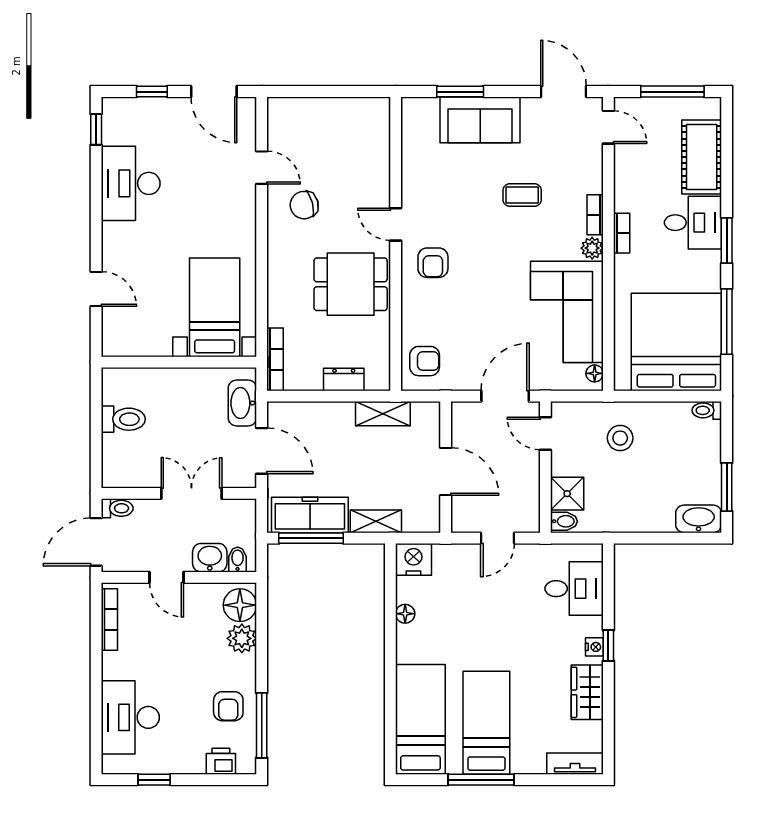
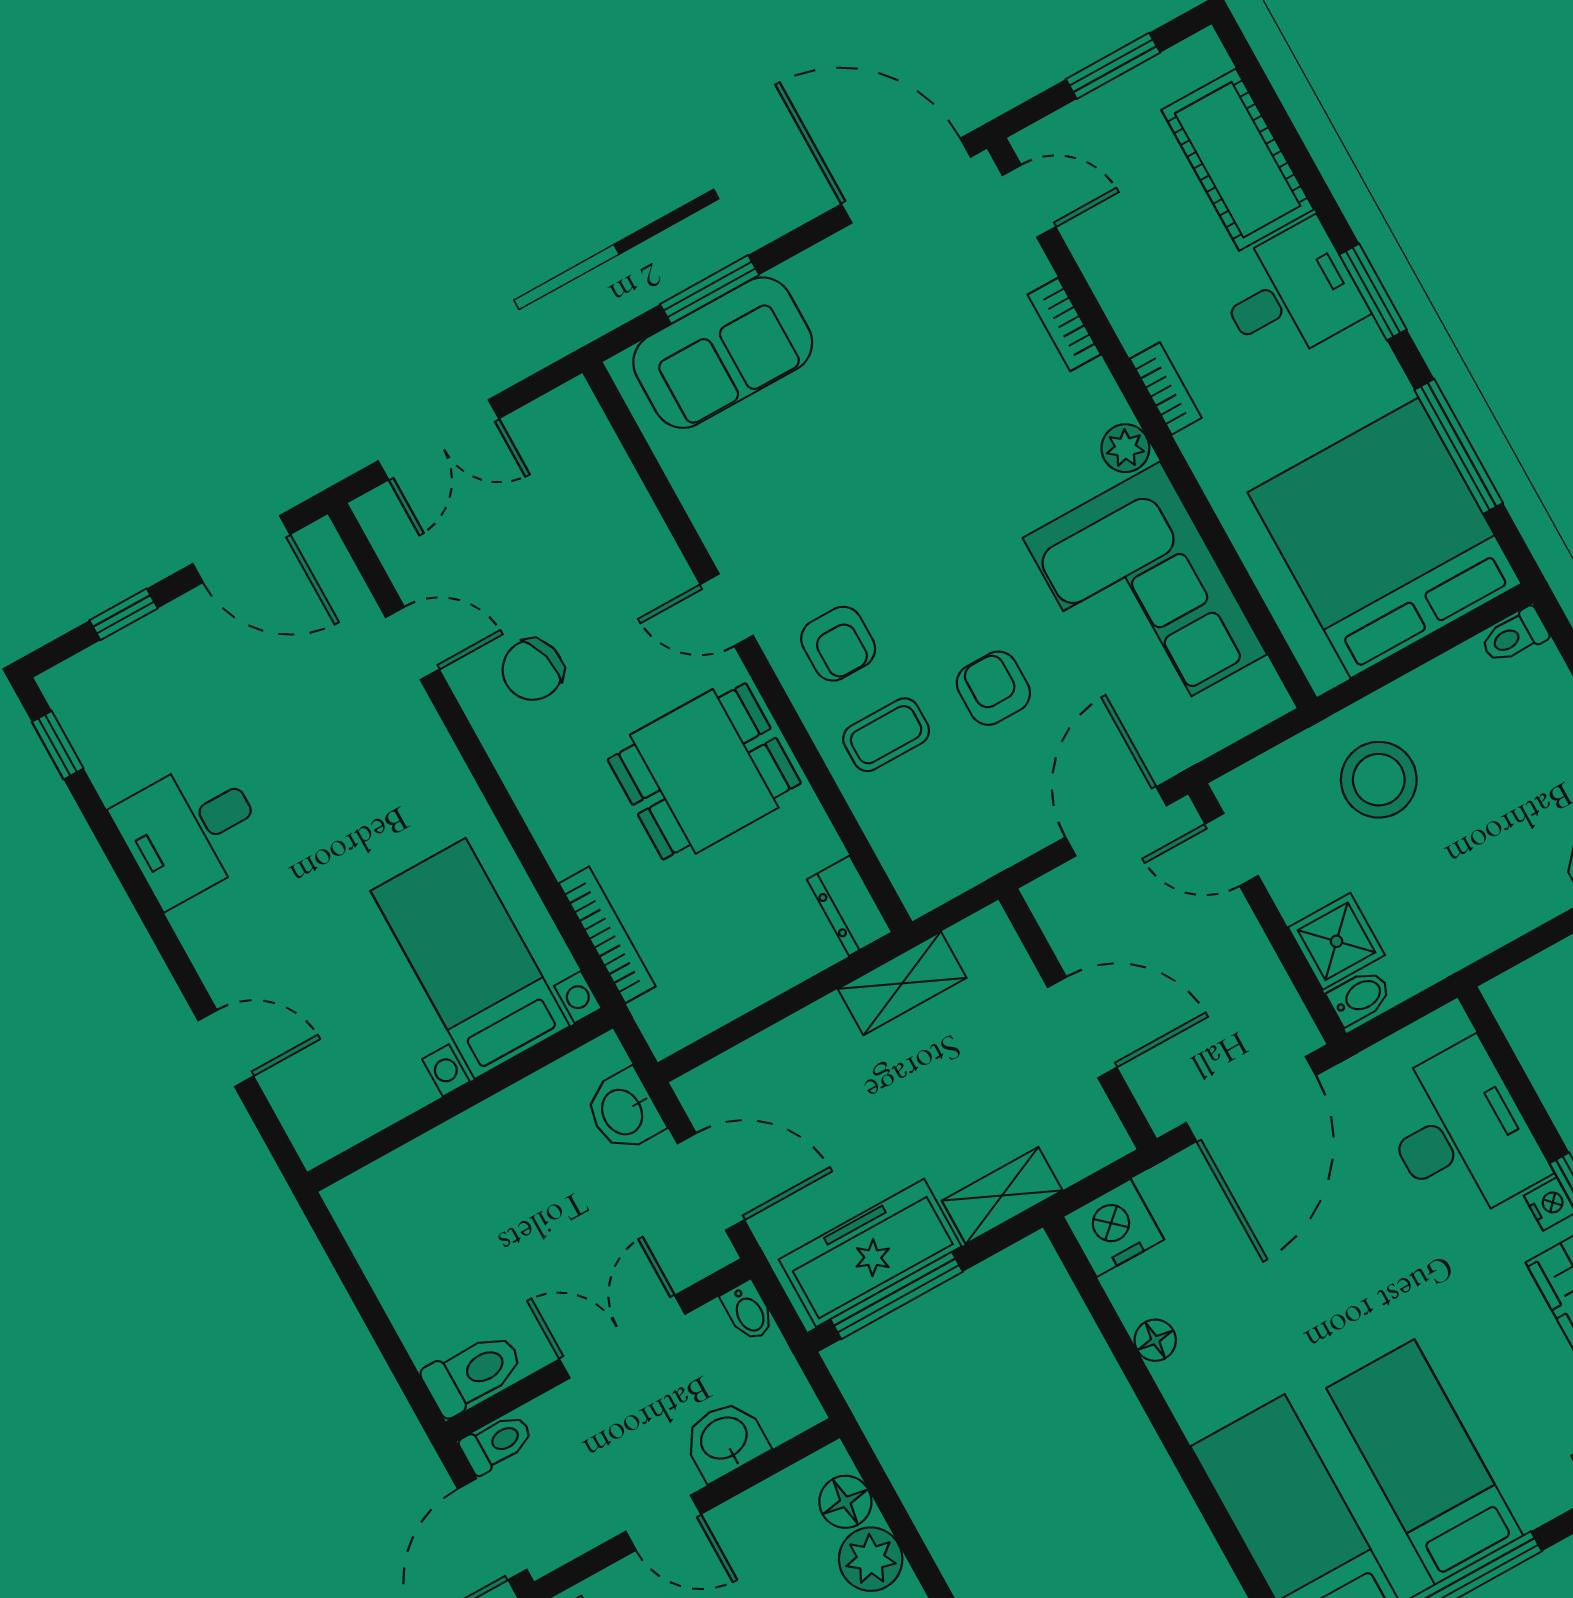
double door: (318, 92) -> (439, 440), added
door: (564, 92) -> (906, 181), width x1.36
window: (672, 92) -> (1113, 66), width x0.69
sofa: (480, 120) -> (723, 353), moved
desk: (131, 183) -> (191, 831), width x0.73
coffee table: (522, 195) -> (886, 735), moved
bookcase: (595, 215) -> (1064, 324), moved
bookcase: (275, 359) -> (607, 935), moved
armchair: (425, 361) -> (993, 688), moved, turned -90
floor lamp: (595, 373) -> (1262, 684), removed
dresser: (344, 380) -> (850, 906), moved, turned -90
washbasin: (242, 403) -> (624, 1111), width x0.72
toilet: (123, 419) -> (473, 1373), moved
stool: (620, 438) -> (1379, 780), width x1.38, depth x1.38
door: (498, 538) -> (1251, 1099), width x1.87
bidet: (238, 560) -> (748, 1311), moved, turned 180
desk: (574, 589) -> (1461, 1133), width x1.37
floor lamp: (240, 605) -> (845, 1502), width x0.73, depth x0.73

